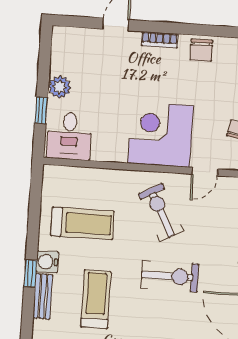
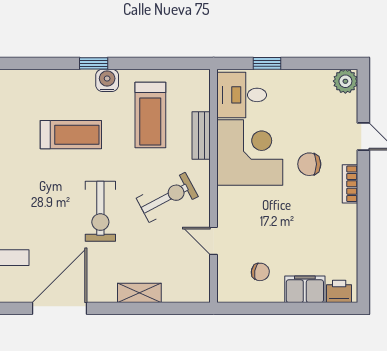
chair: (201, 50) -> (309, 164), moved
plant: (60, 87) -> (345, 81), moved
corner desk: (161, 134) -> (250, 153), moved
bench: (43, 296) -> (201, 135), moved, turned 90

